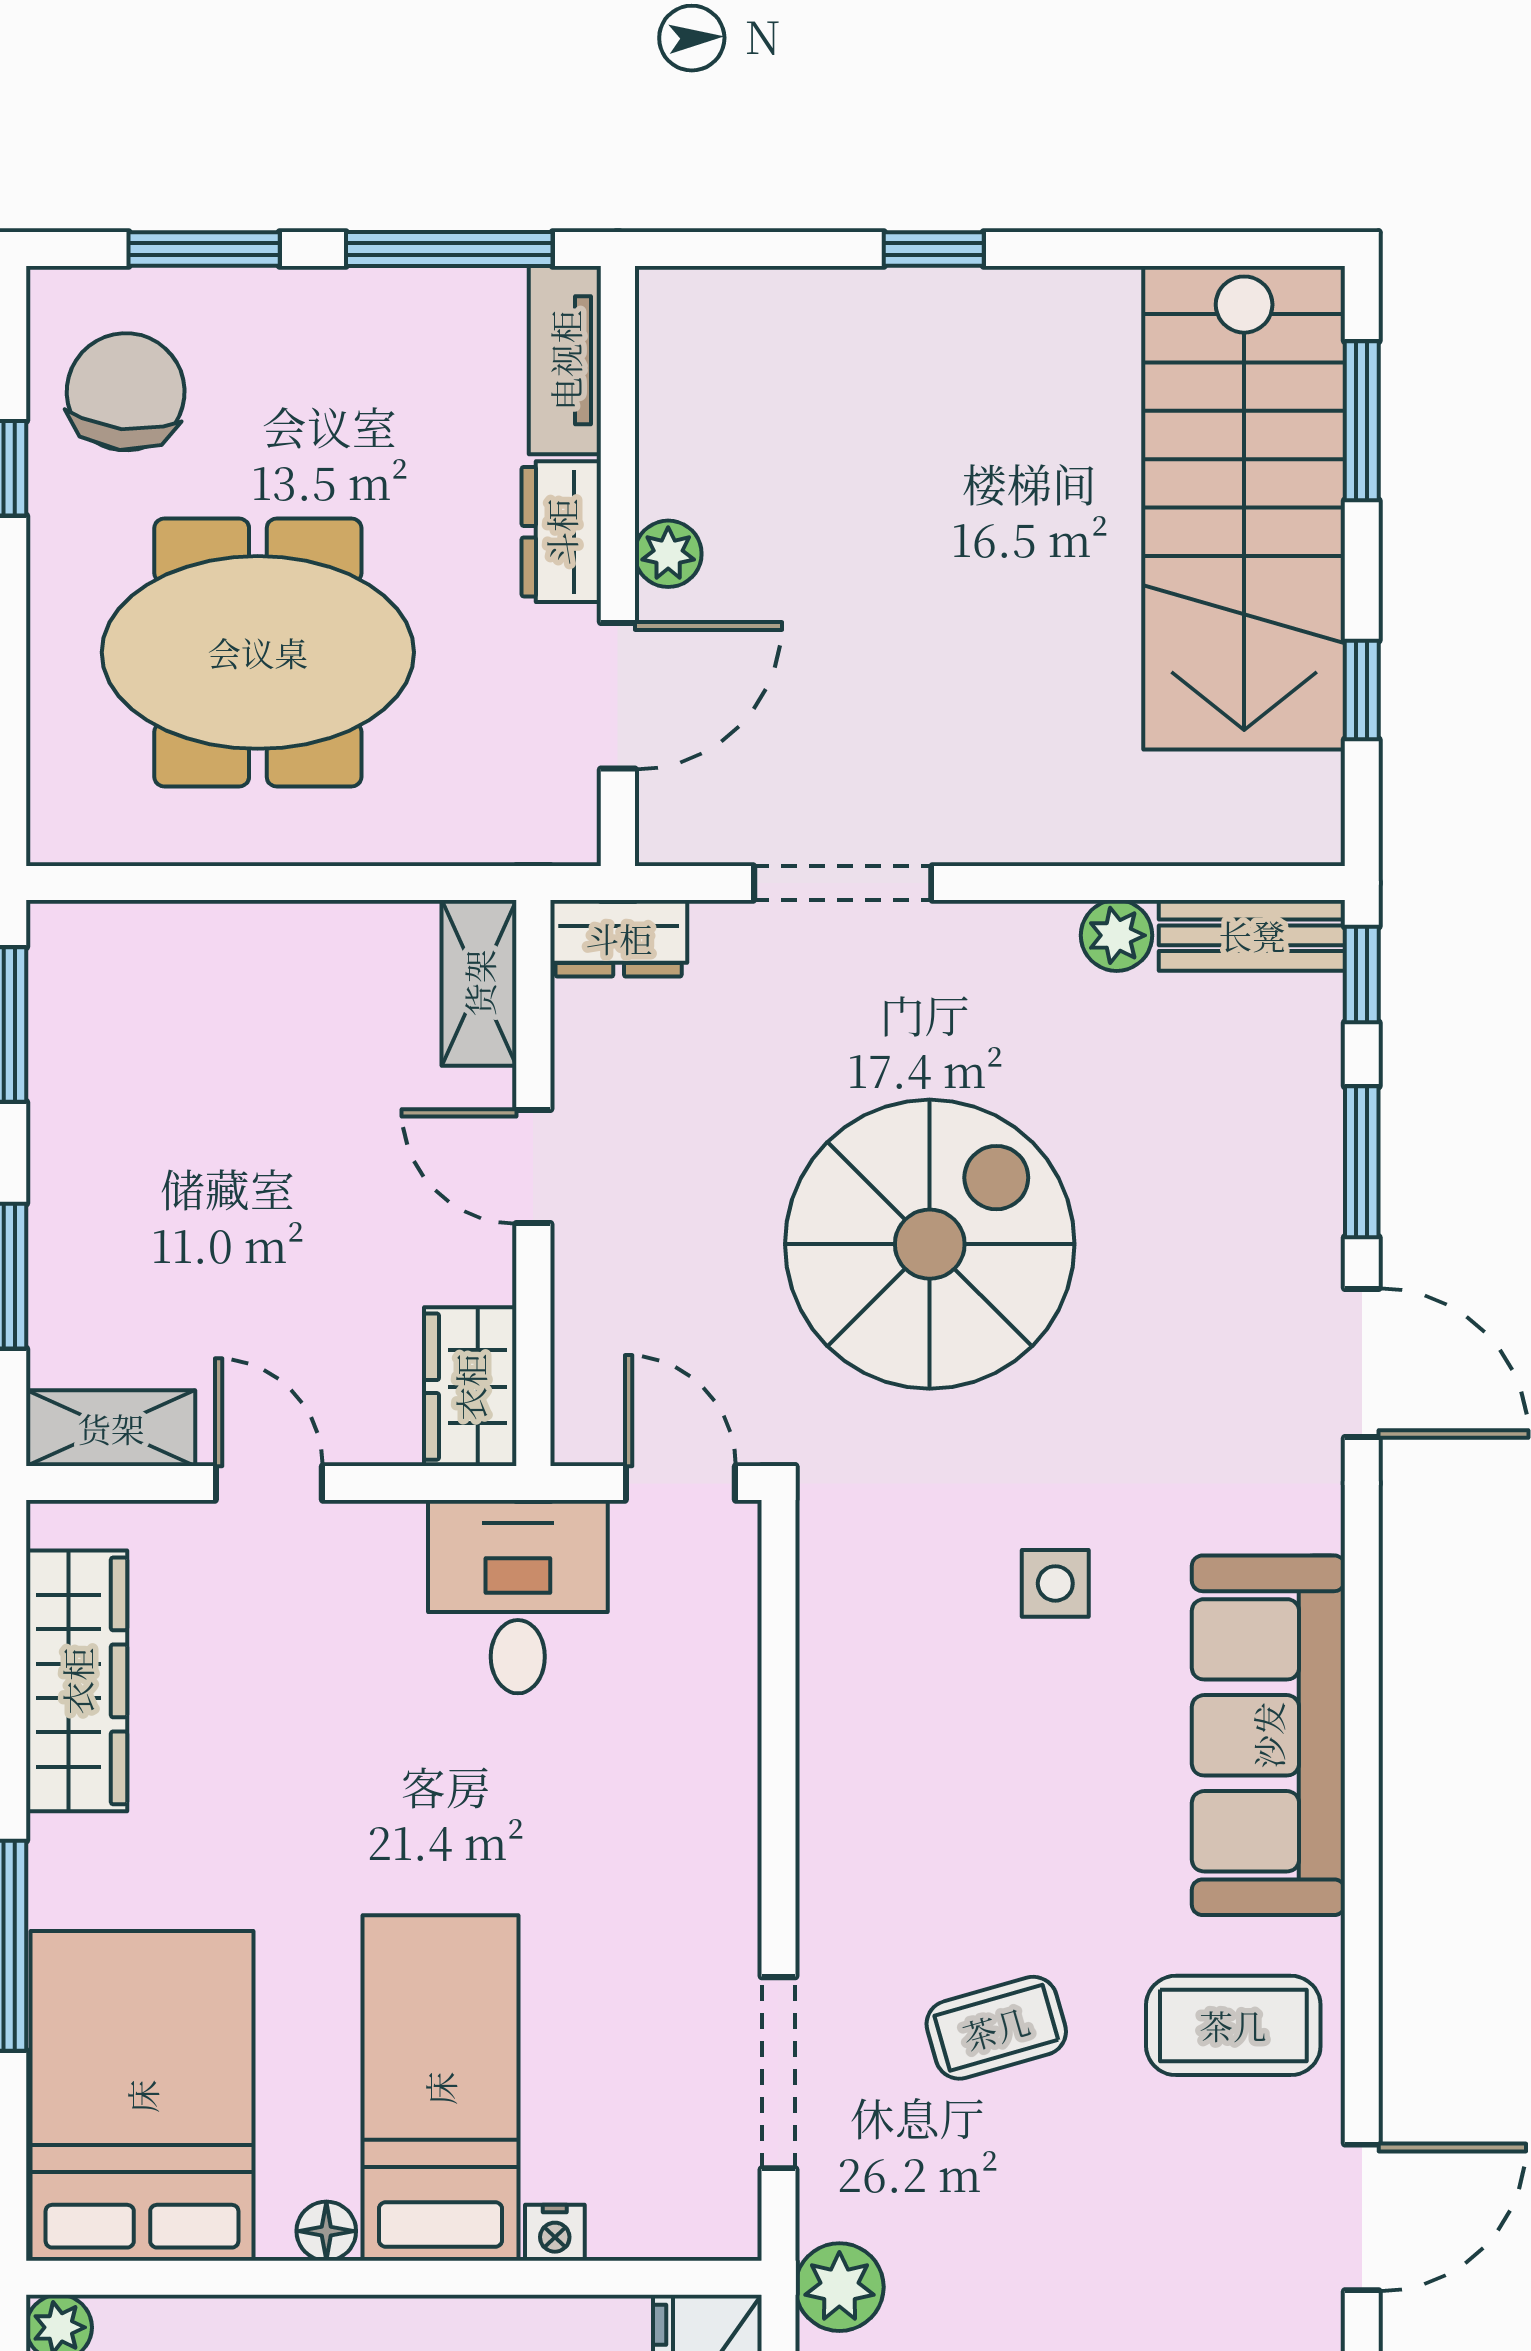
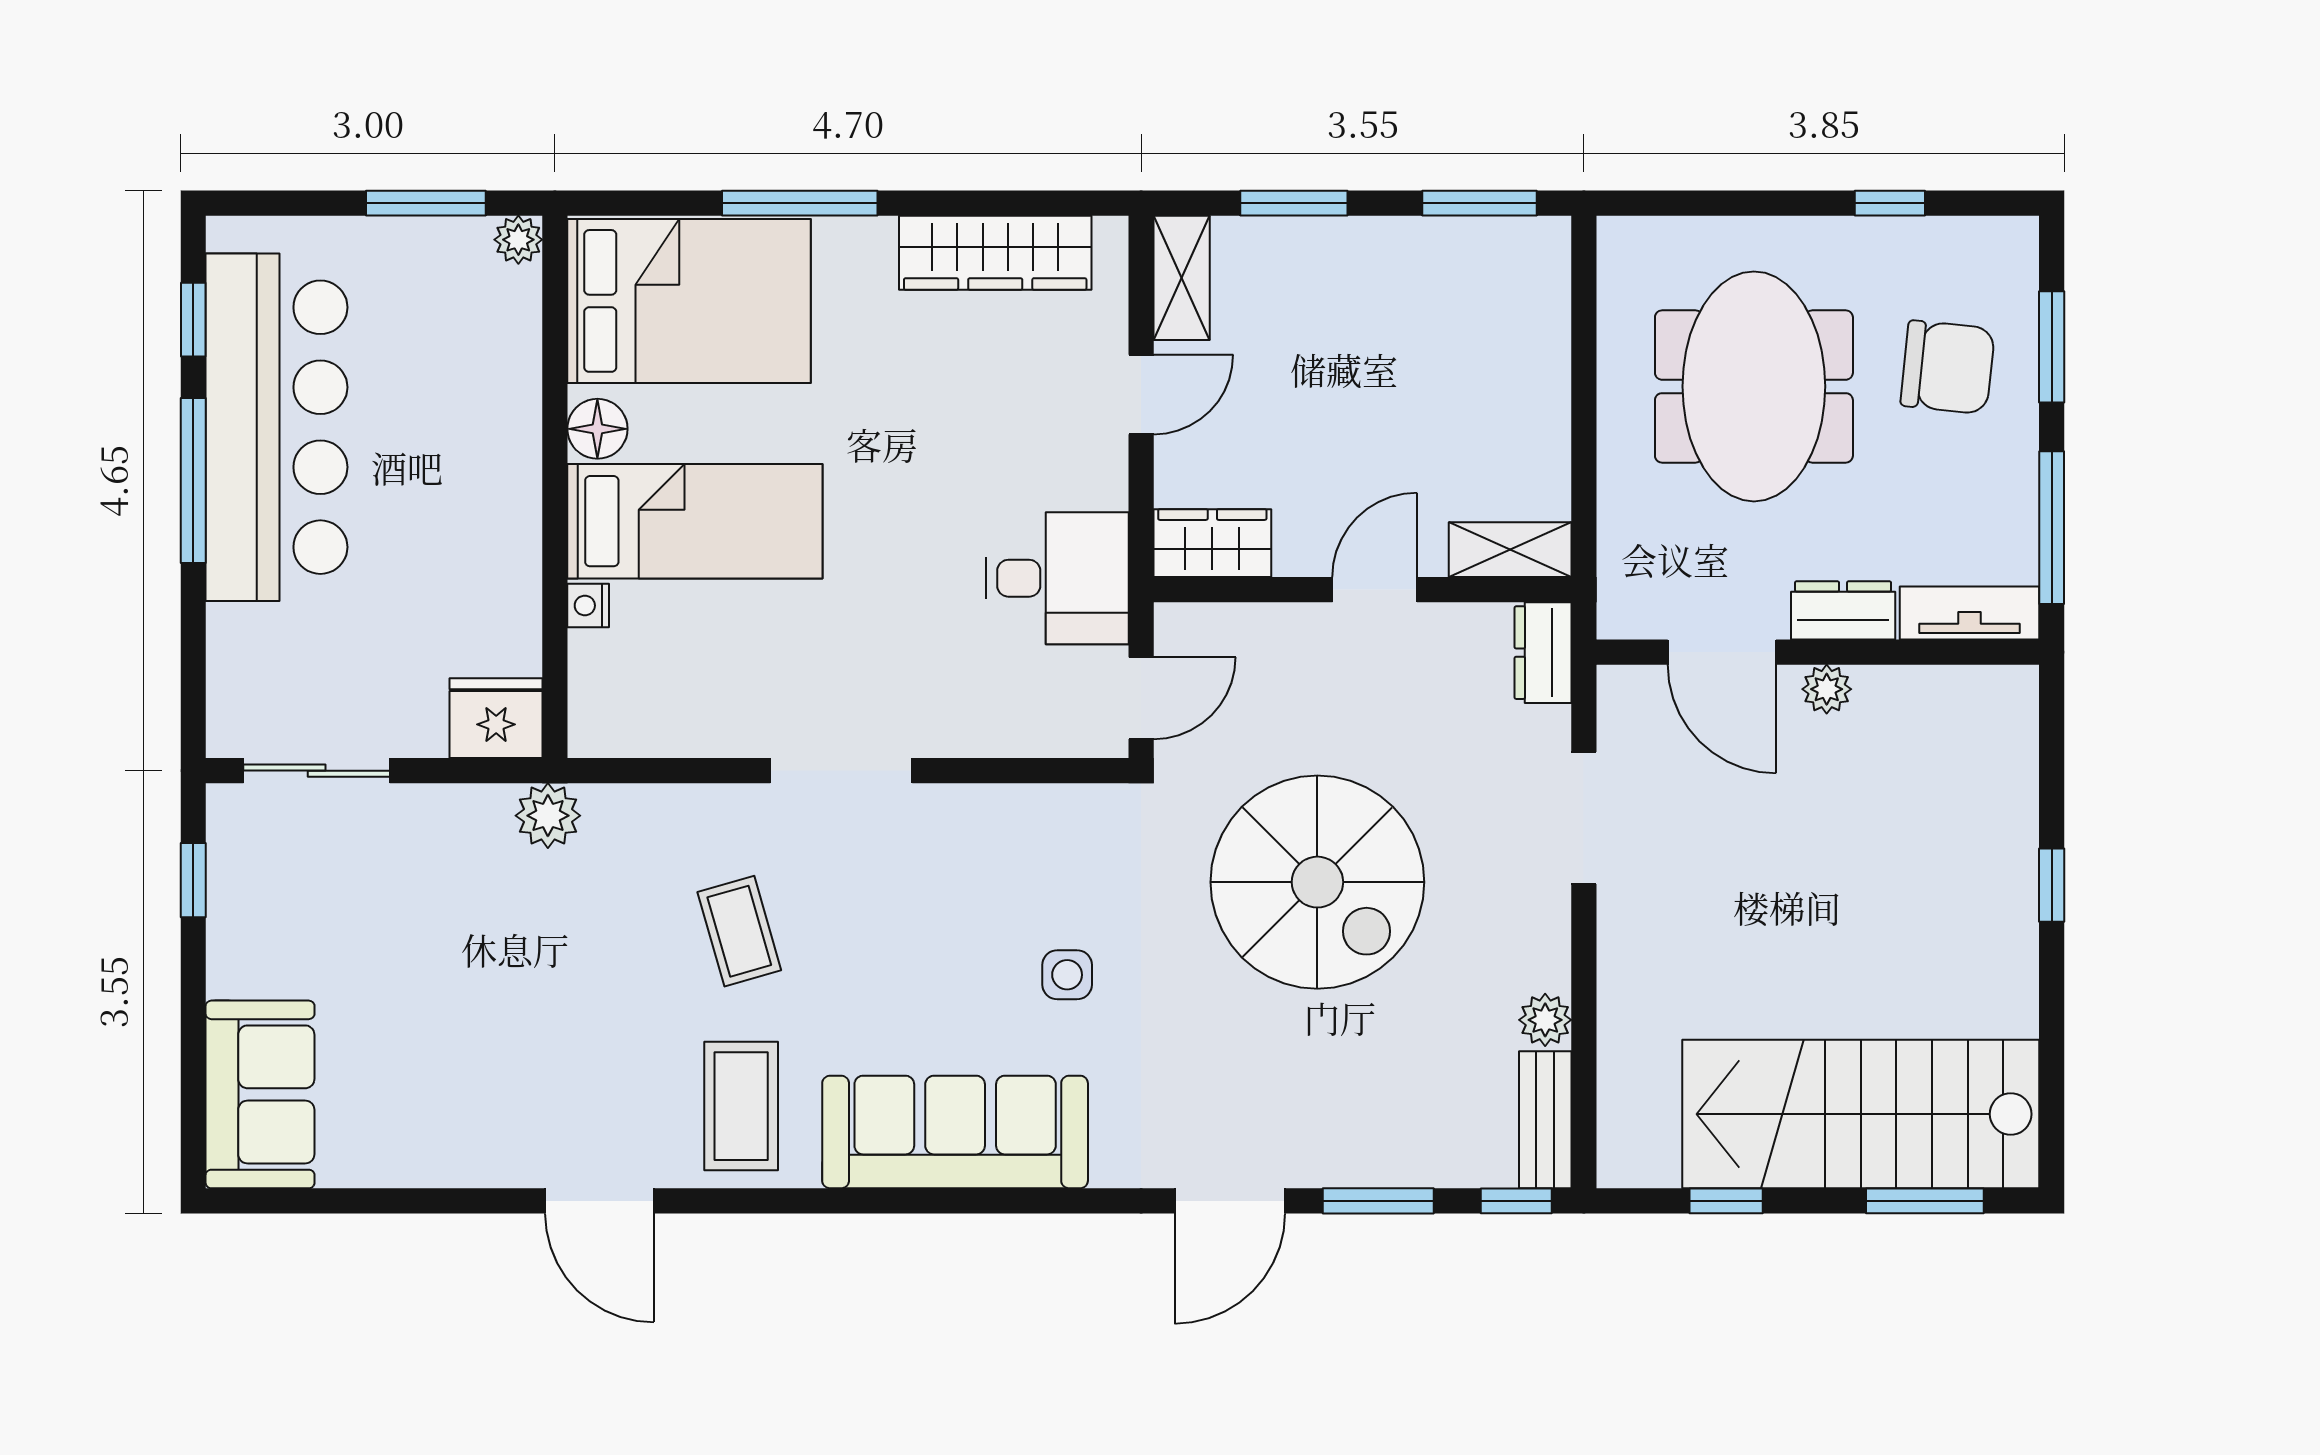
chair: (126, 392) -> (1948, 367), moved
doorway: (779, 2073) -> (841, 771), moved
floor lamp: (326, 2231) -> (597, 429), width x1.37, depth x1.37

